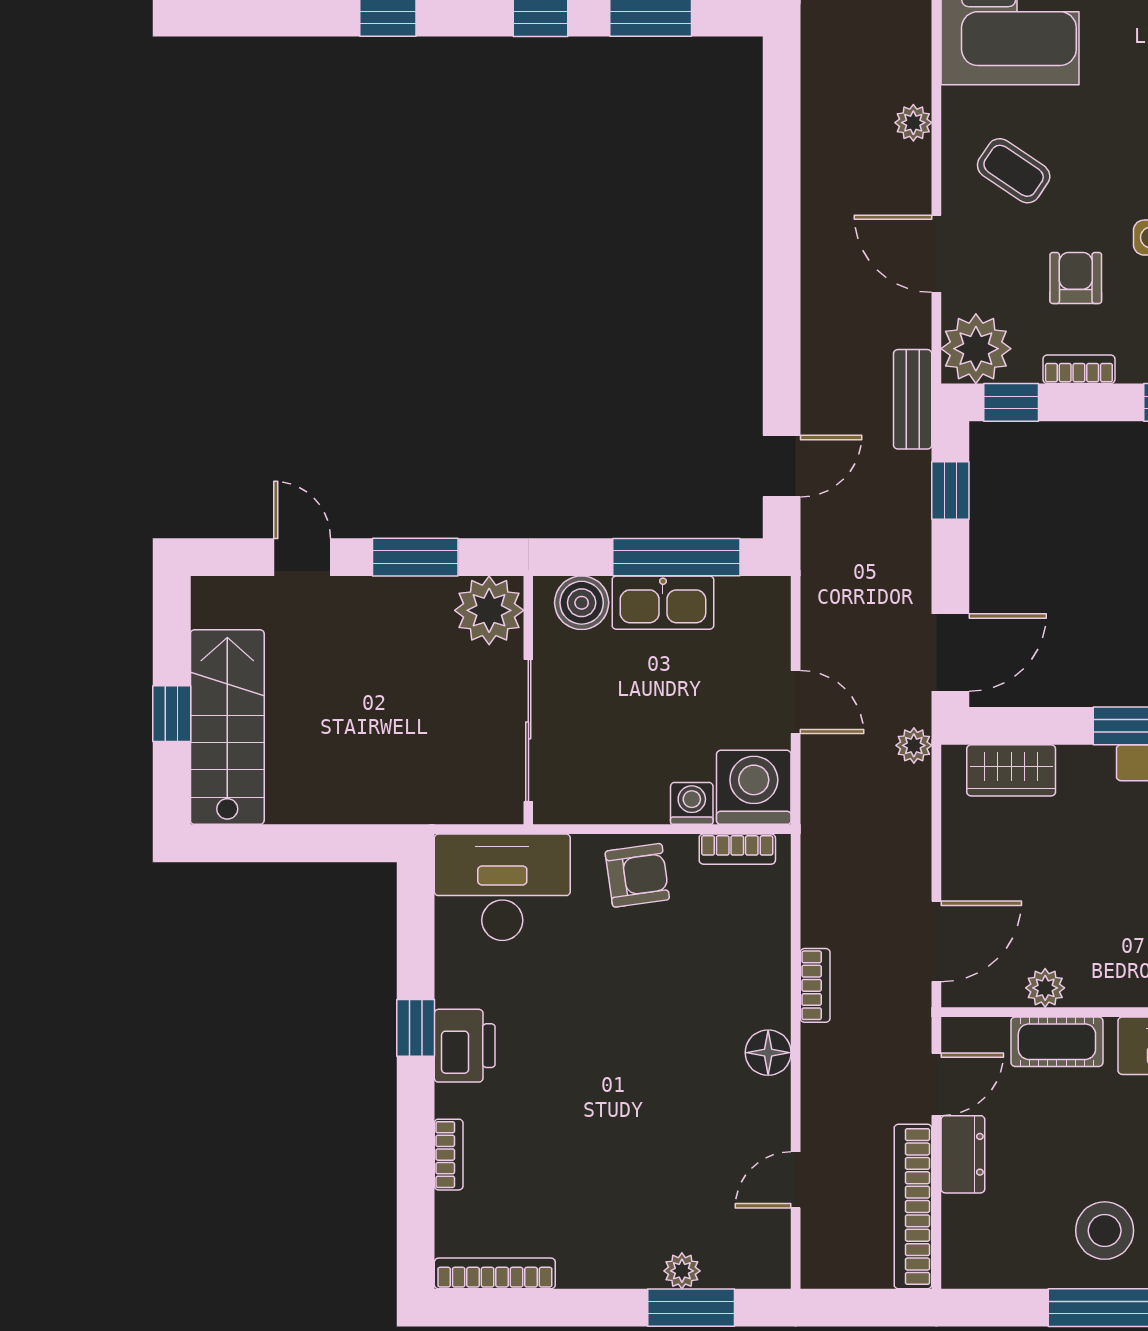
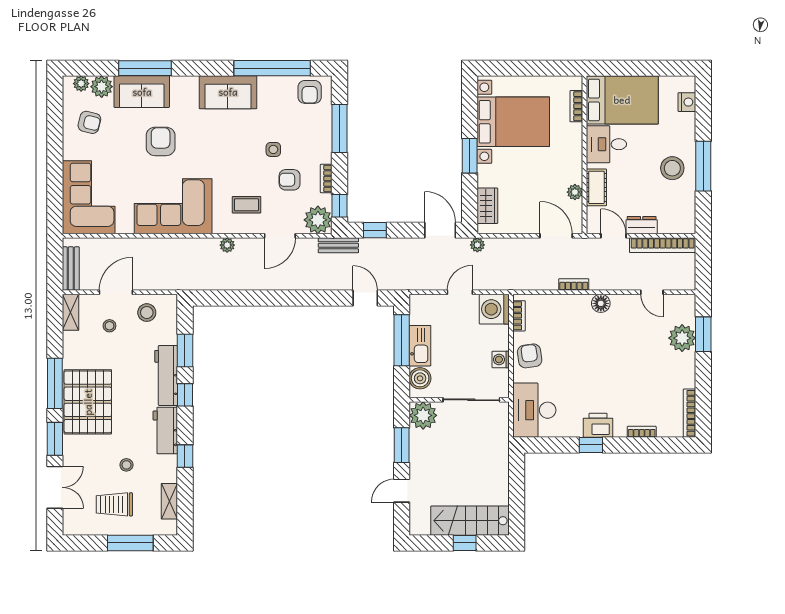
coffee table: (1014, 171) -> (246, 205), turned 56
washing machine: (692, 803) -> (501, 359), moved
plant: (682, 1271) -> (682, 338), width x1.87, depth x1.87

